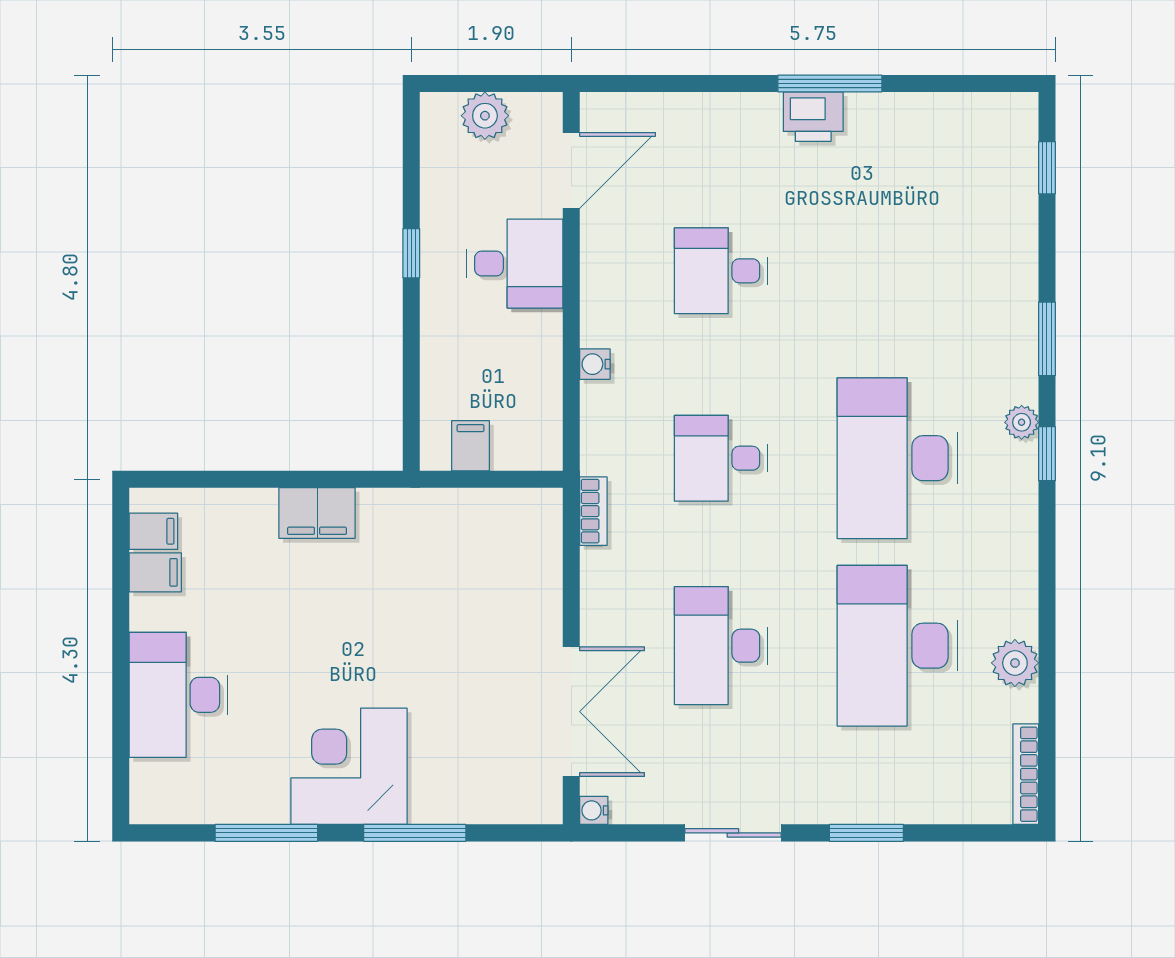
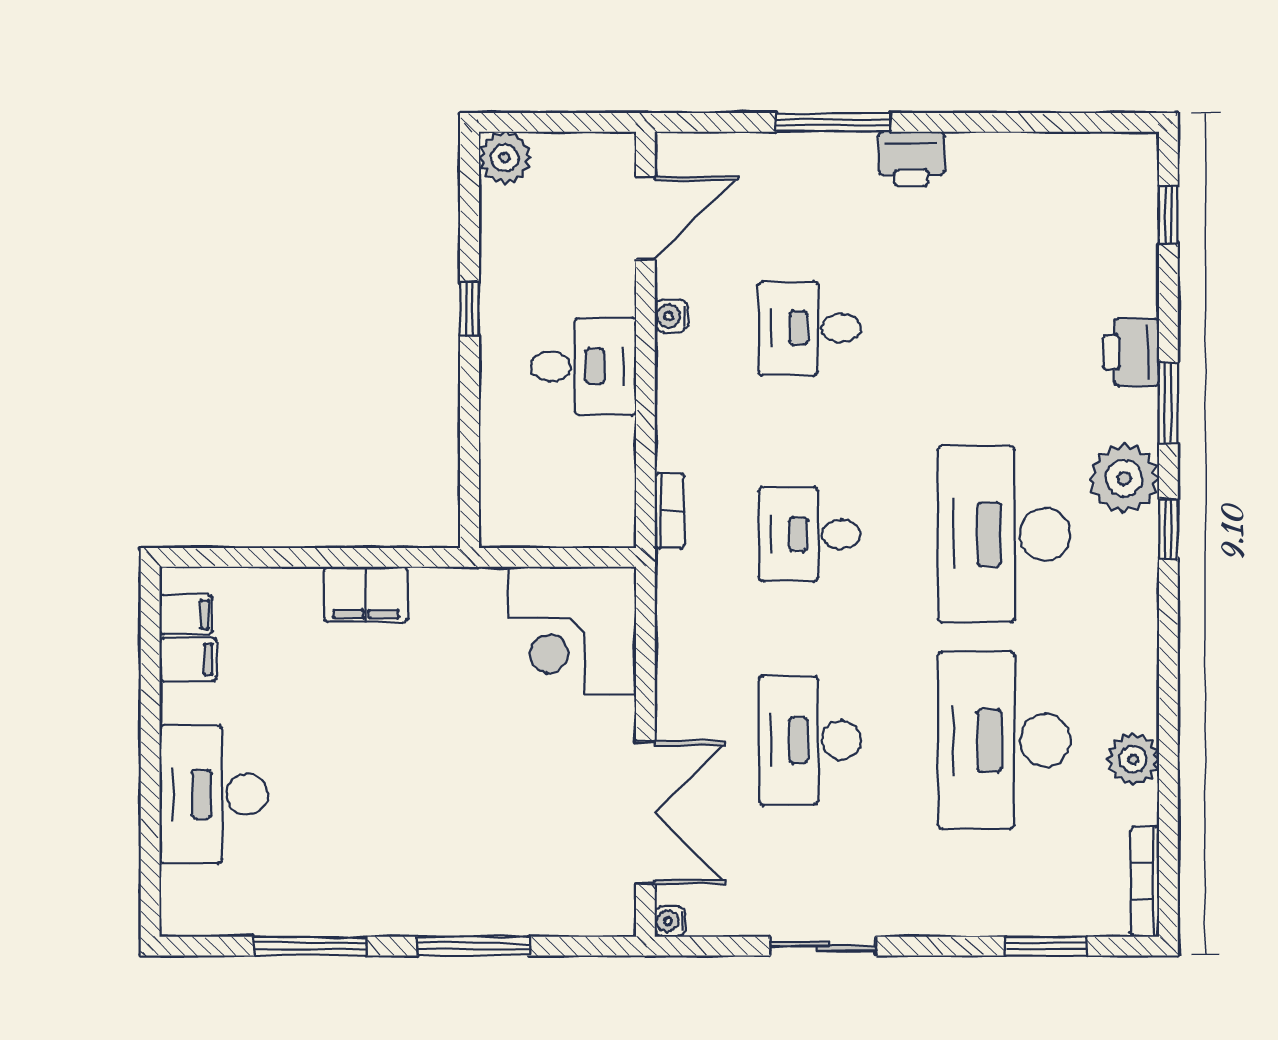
window: (830, 84) -> (833, 122), moved
plant: (485, 116) -> (505, 158), moved
desk: (515, 264) -> (583, 366), moved
printer: (1013, 293) -> (1131, 352), added
water cooler: (595, 364) -> (671, 316), moved
plant: (1022, 422) -> (1124, 478), width x1.88, depth x1.88
filing cabinet: (470, 446) -> (535, 520), removed
bookcase: (593, 511) -> (670, 511), moved
corner desk: (349, 766) -> (572, 630), moved, turned -90
window: (866, 833) -> (1046, 946), moved

